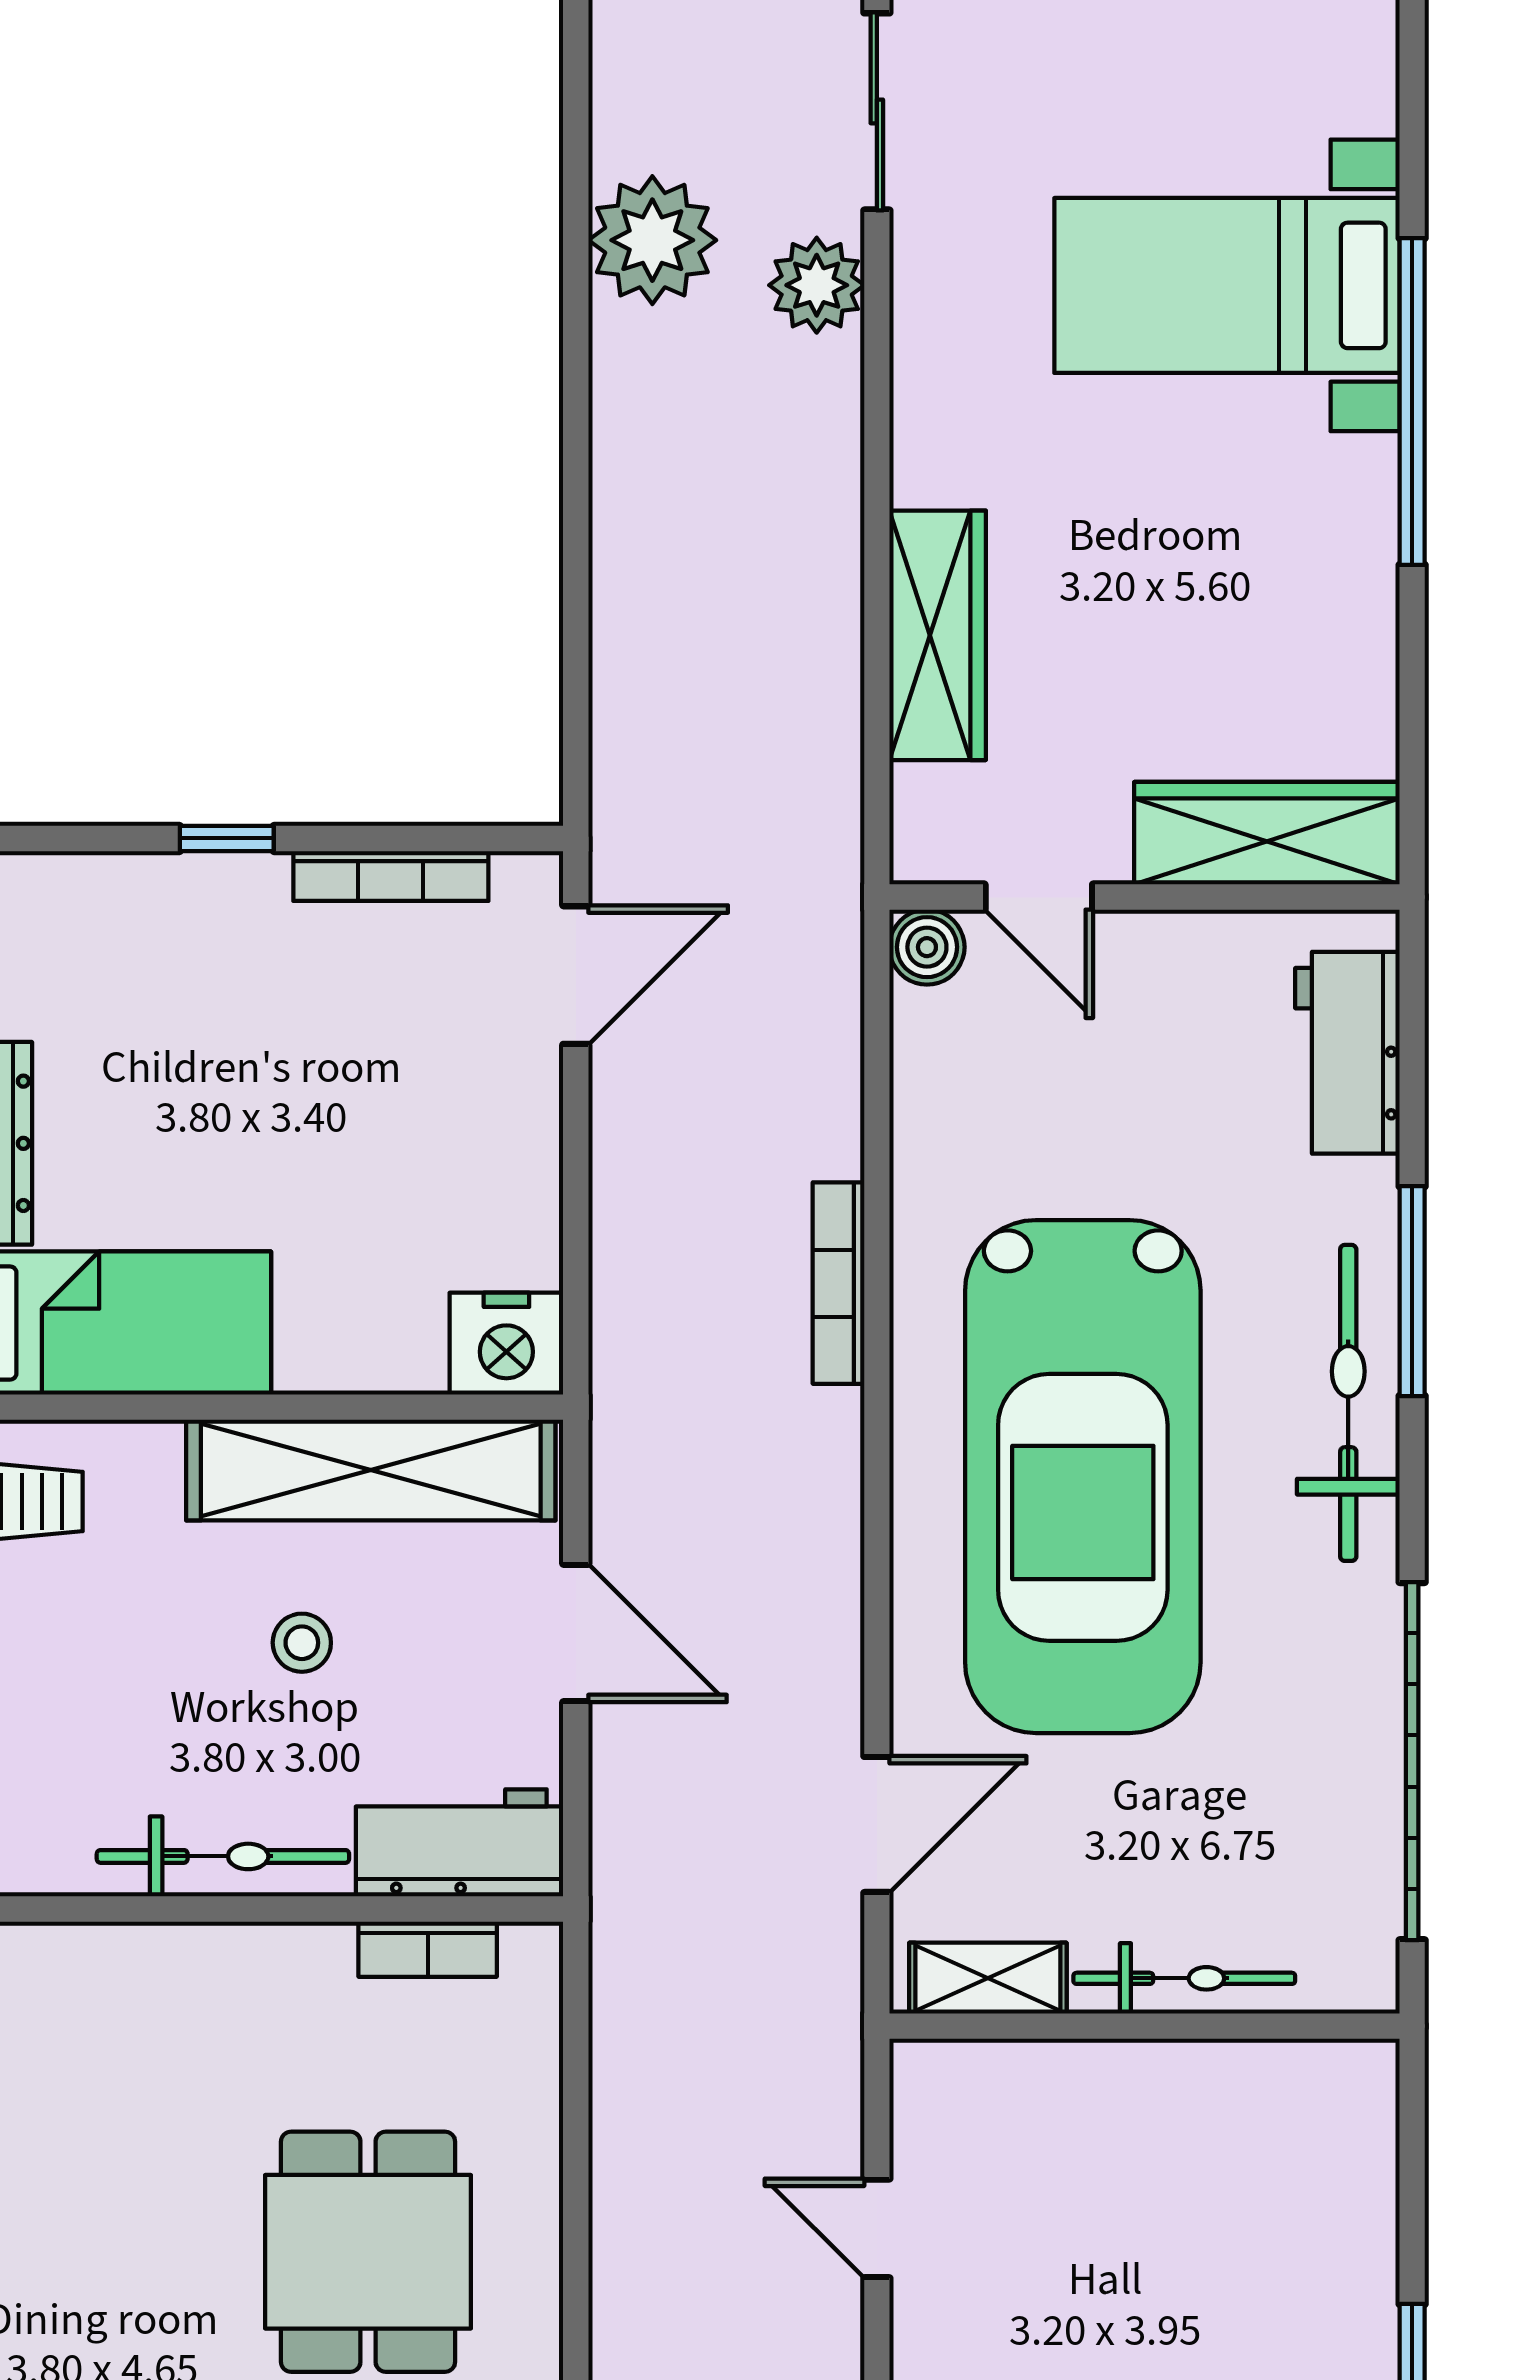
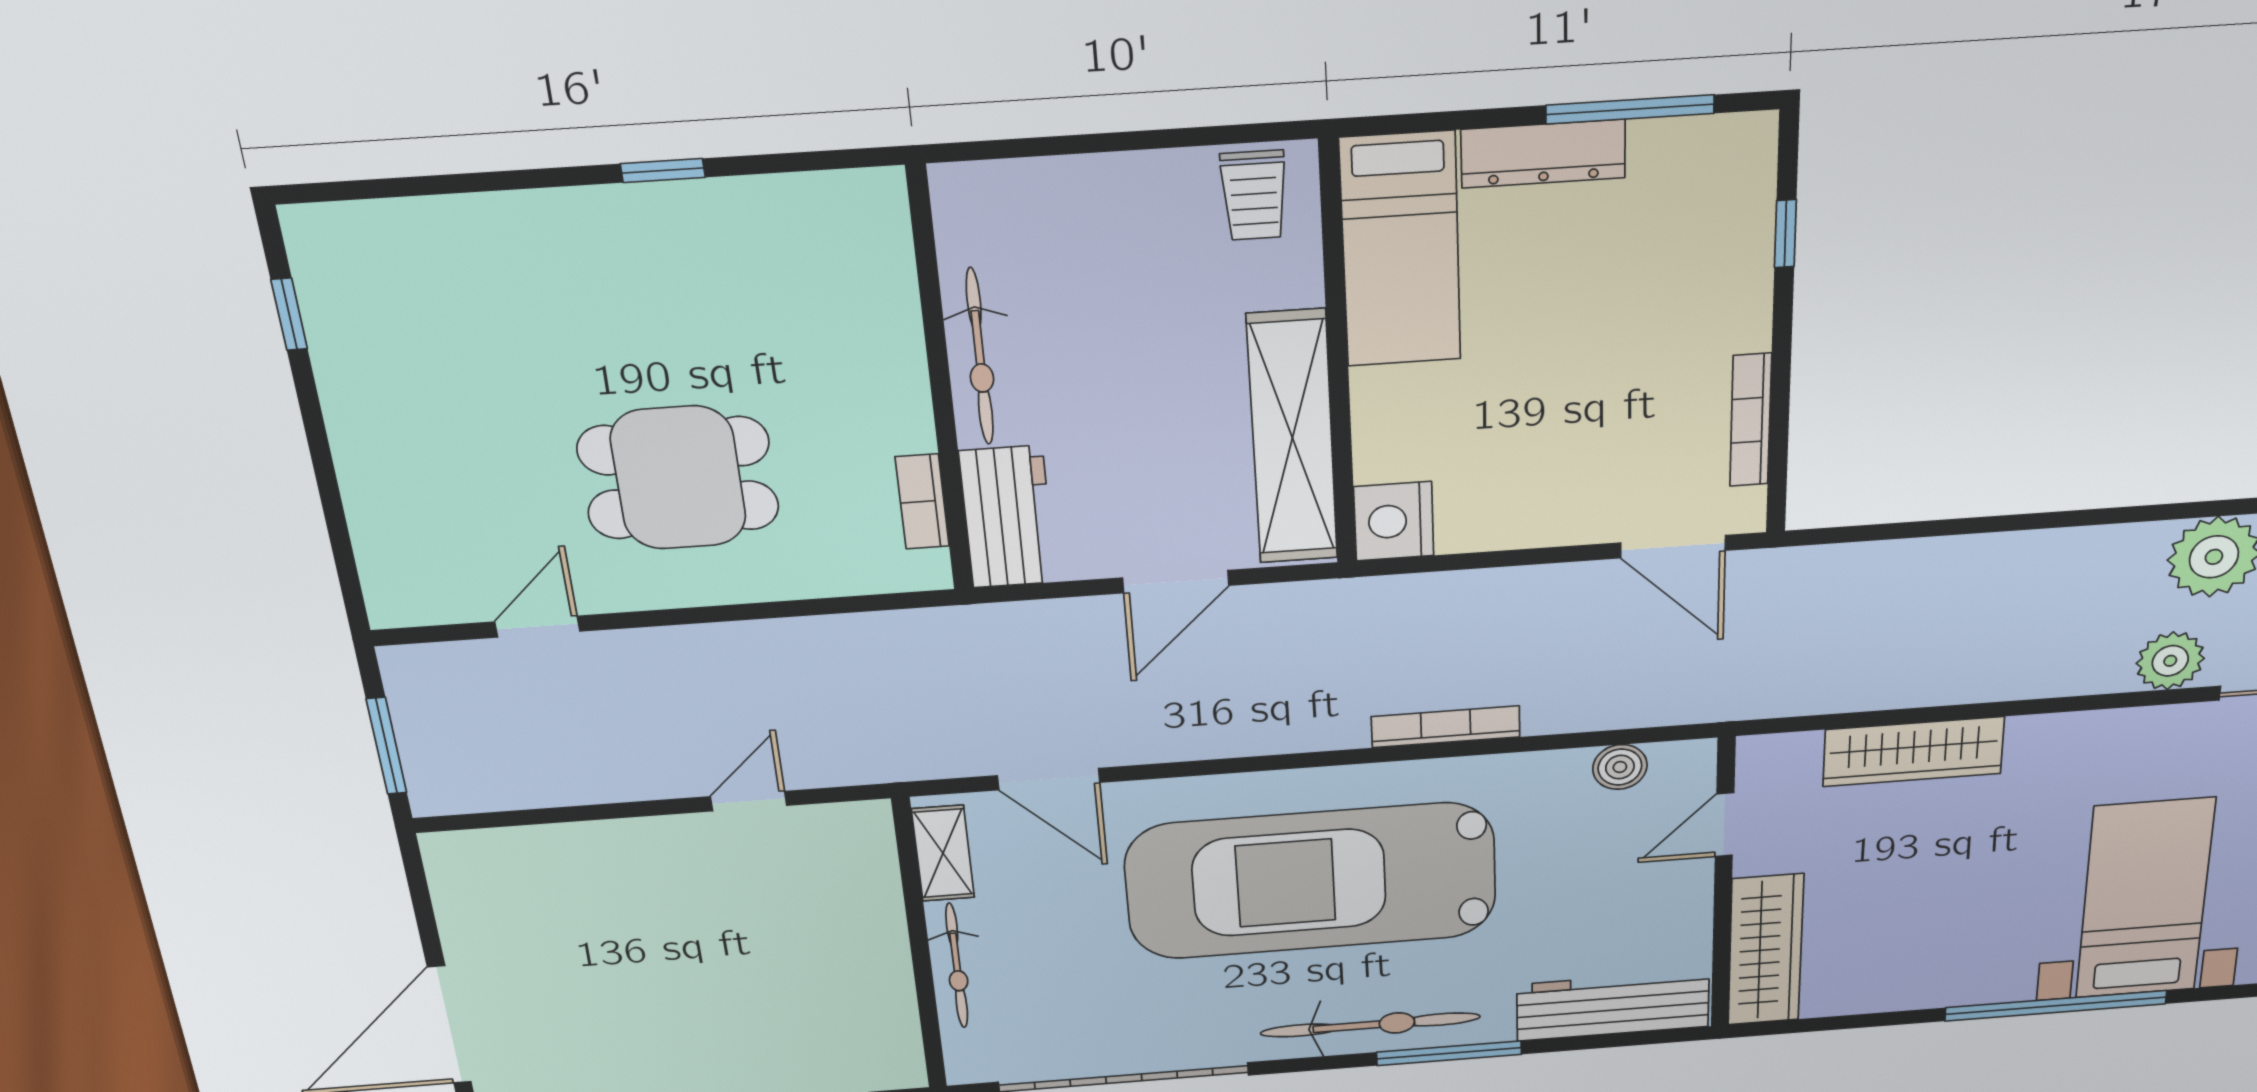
window: (227, 838) -> (1785, 234), moved
boiler: (927, 947) -> (1620, 767), moved
workbench: (1347, 1053) -> (1613, 1006), width x1.38
stool: (302, 1643) -> (1154, 400), removed

